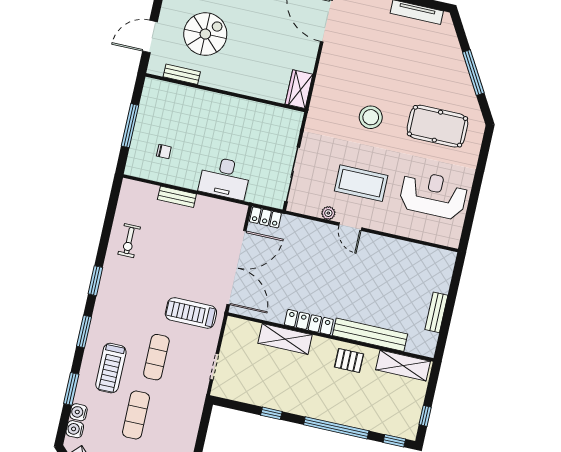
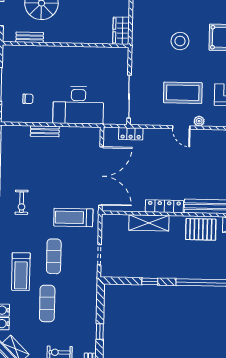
desk: (225, 178) -> (78, 105), width x1.36, depth x1.30
plant: (328, 213) -> (199, 121), moved
locker: (265, 217) -> (131, 134), moved
exercise bike: (129, 241) -> (22, 202), moved
pallet: (349, 361) -> (201, 229), width x1.50, depth x1.42

